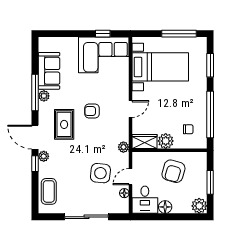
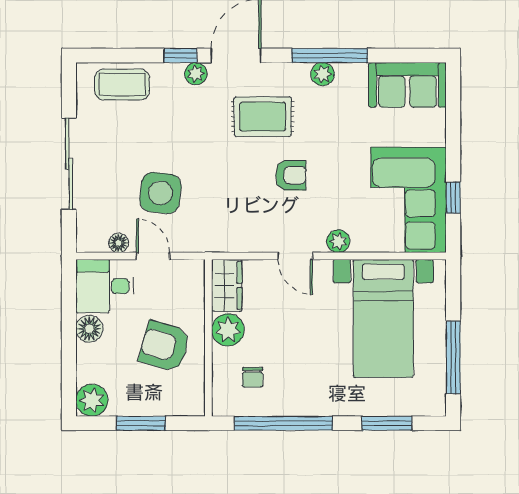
sofa: (49, 71) -> (407, 85), moved
armchair: (92, 111) -> (291, 175), turned 90
plant: (123, 147) -> (338, 241), moved

